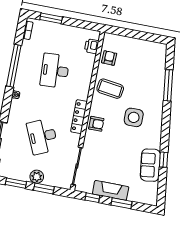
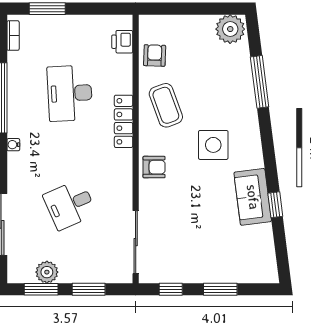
plant: (157, 51) -> (230, 29), added
coffee table: (110, 89) -> (166, 105), turned 62
locker: (79, 117) -> (124, 121), moved
desk: (42, 136) -> (70, 205), width x0.73
sofa: (150, 165) -> (253, 197), moved
plant: (37, 177) -> (47, 272), moved
fireplace: (111, 190) -> (198, 271), removed

